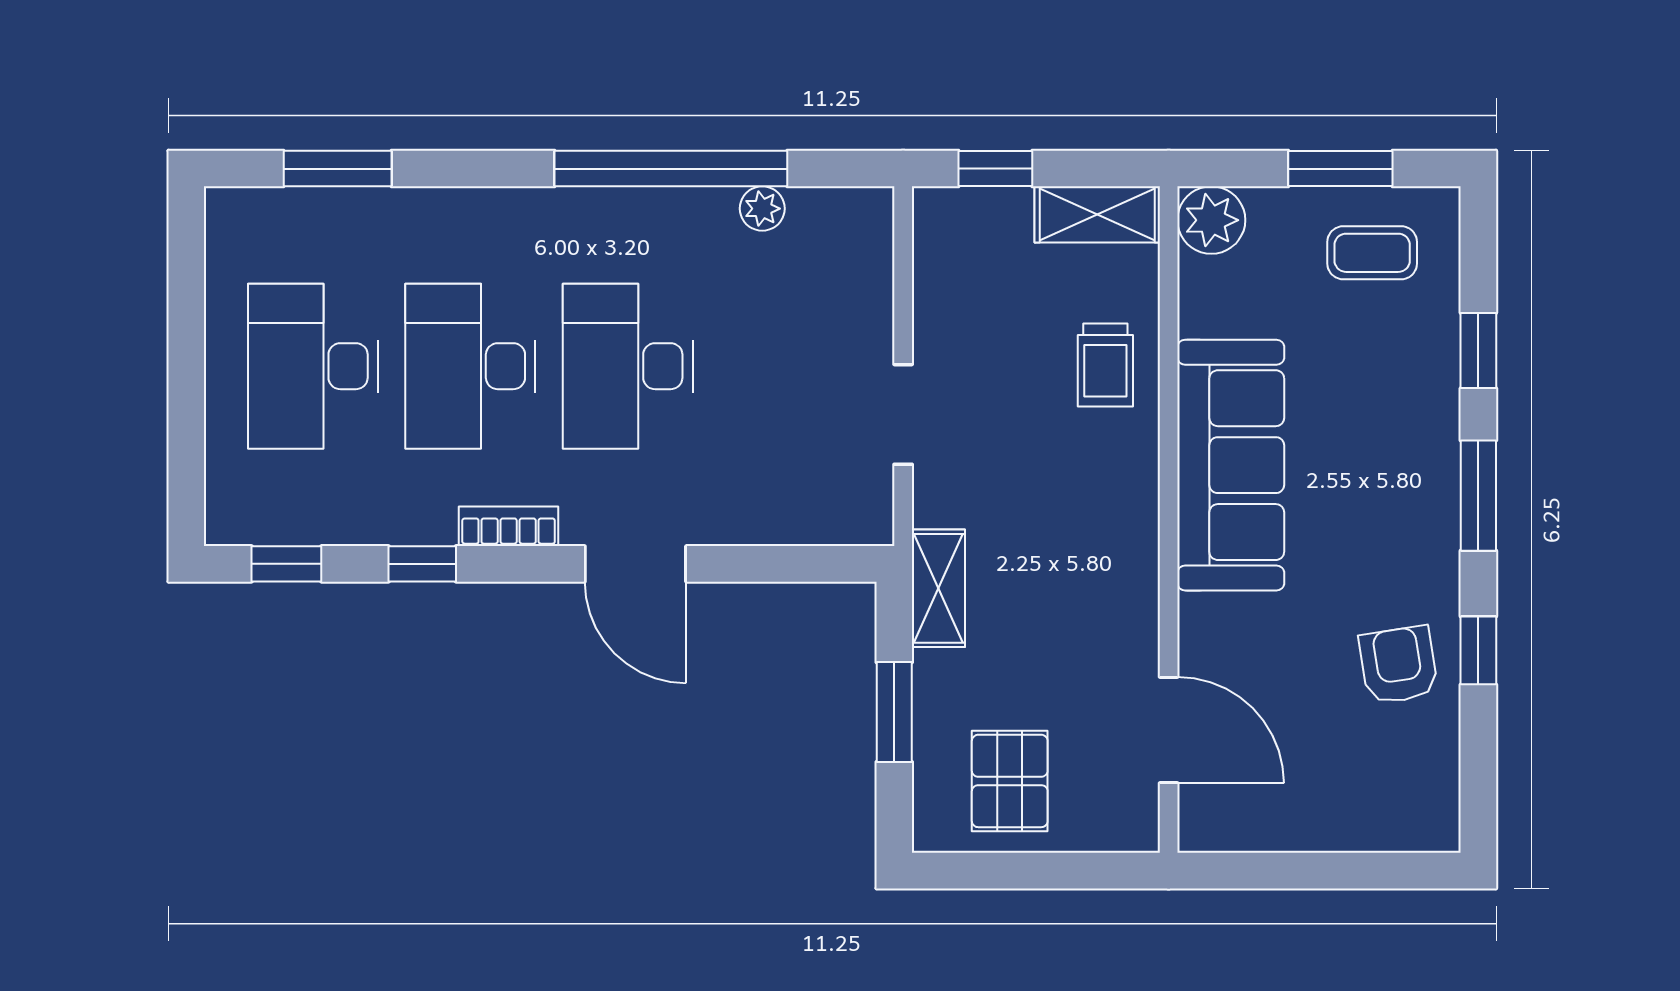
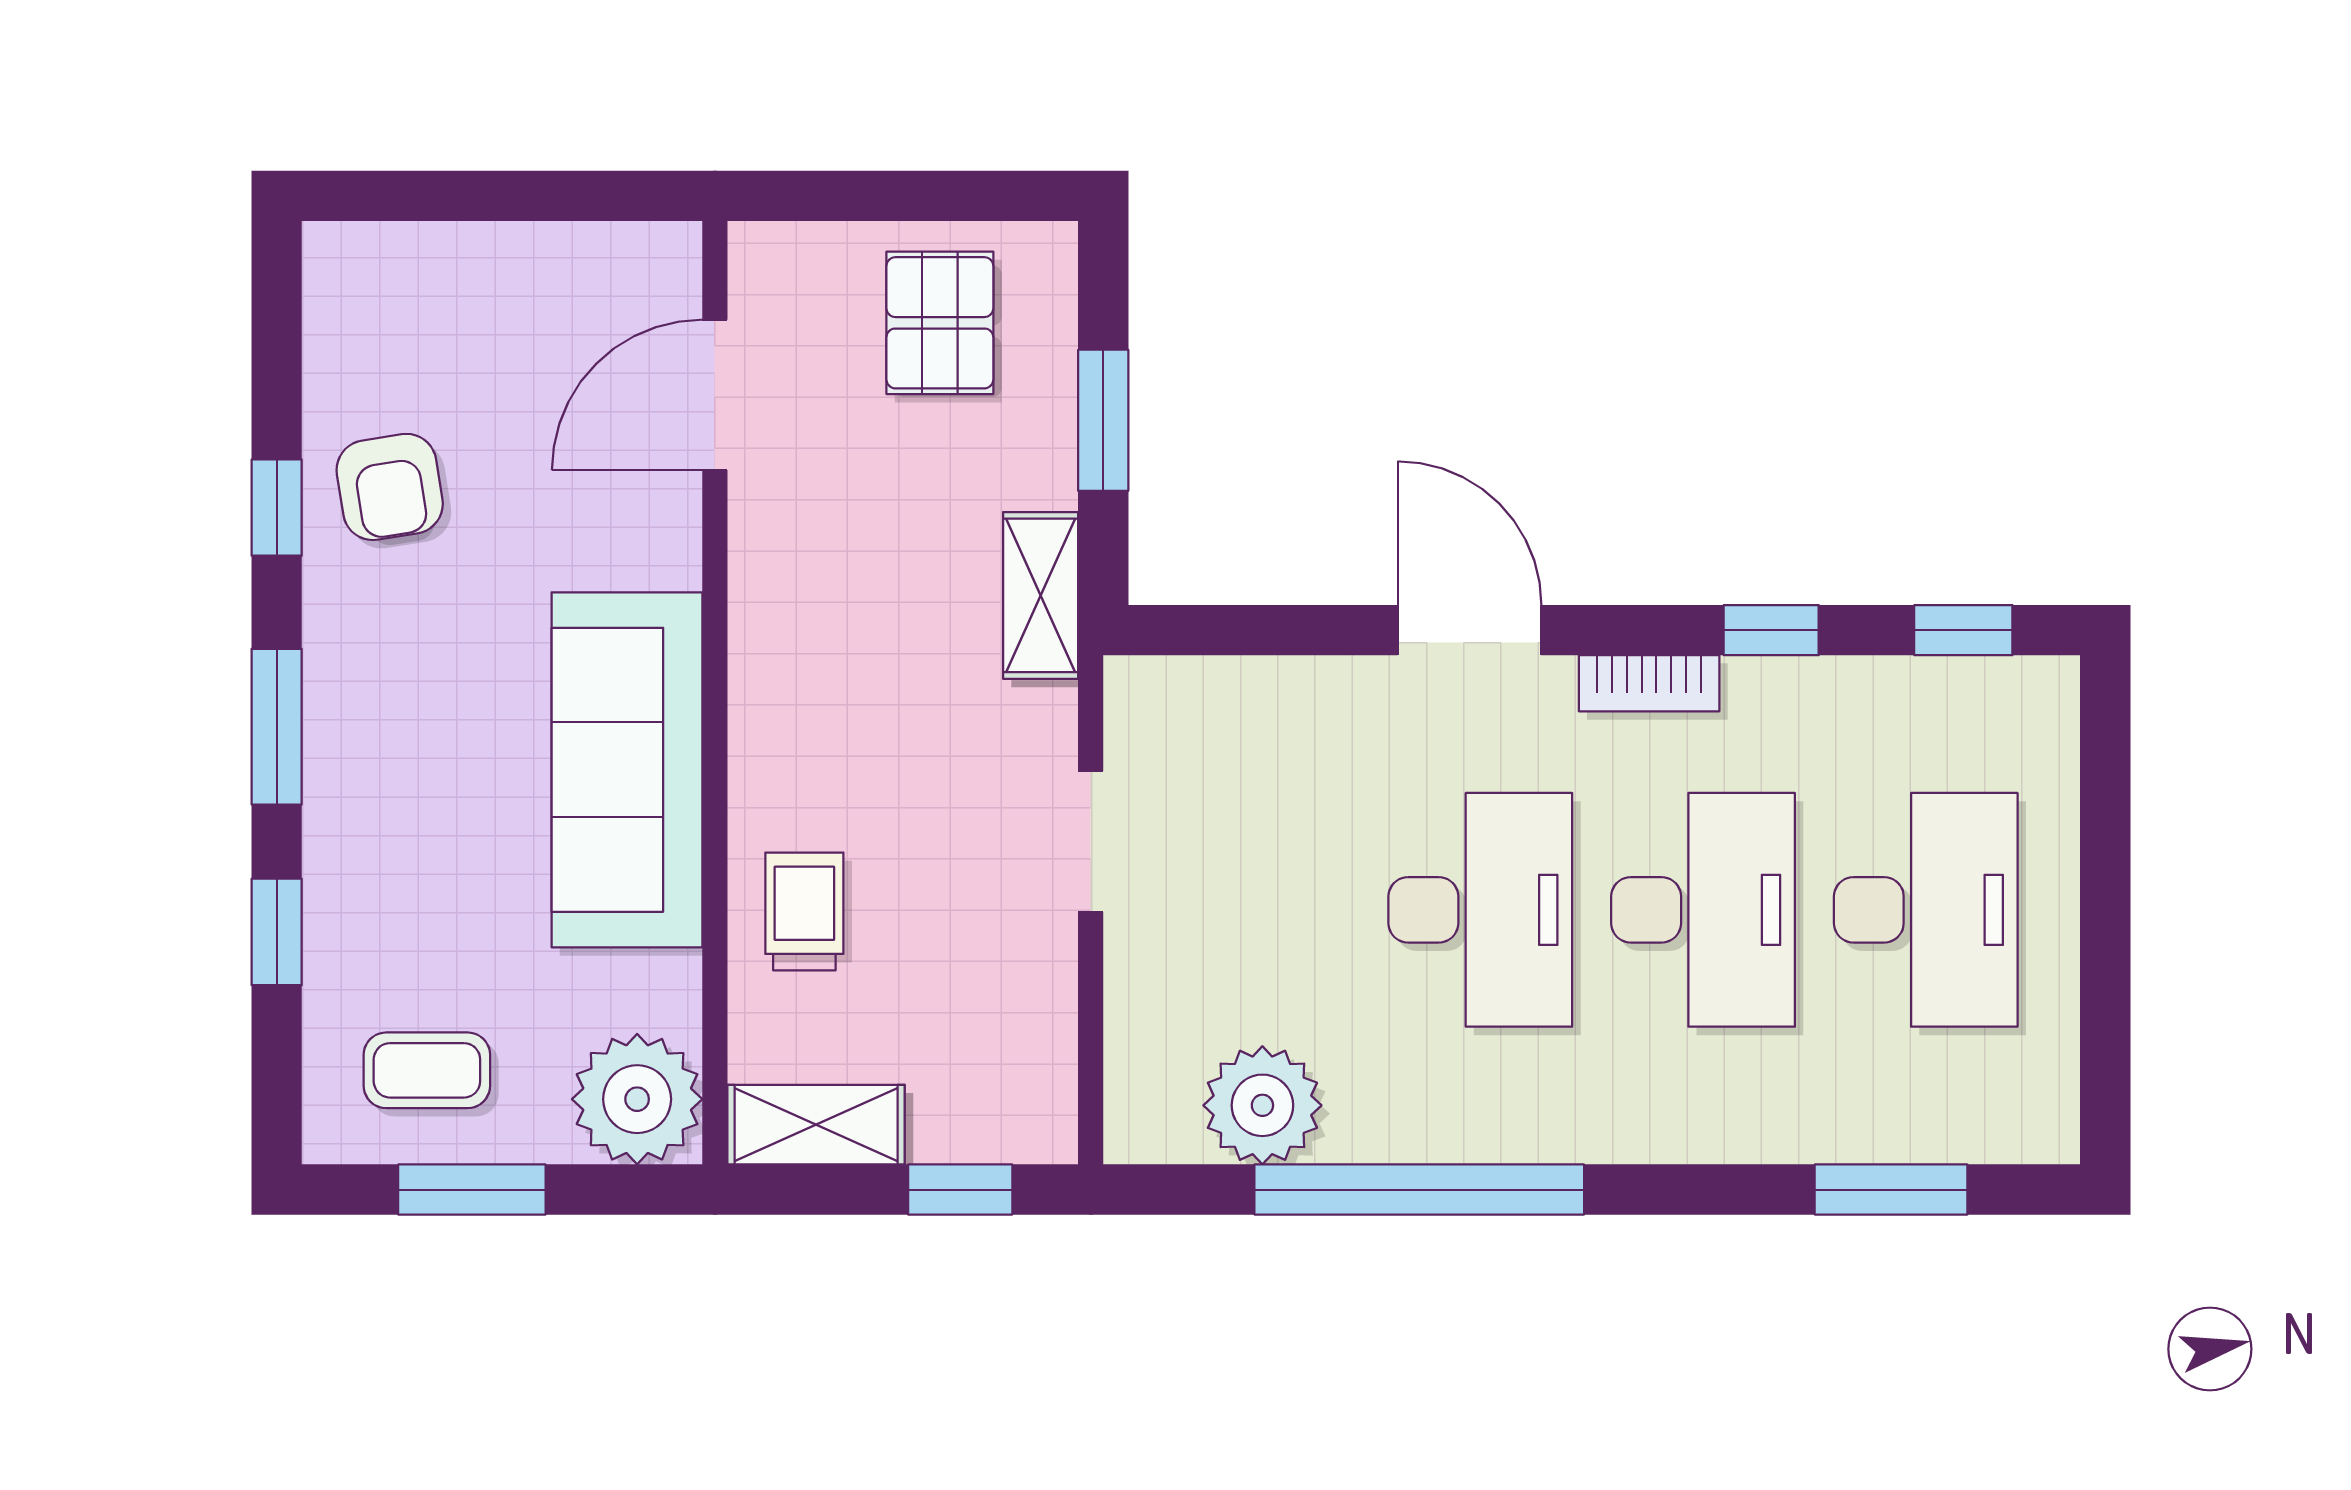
plant: (762, 209) -> (1262, 1105), width x1.88, depth x1.88
plant: (1211, 220) -> (637, 1099), width x1.36, depth x1.36
door: (1169, 730) -> (715, 395), hinge flipped

